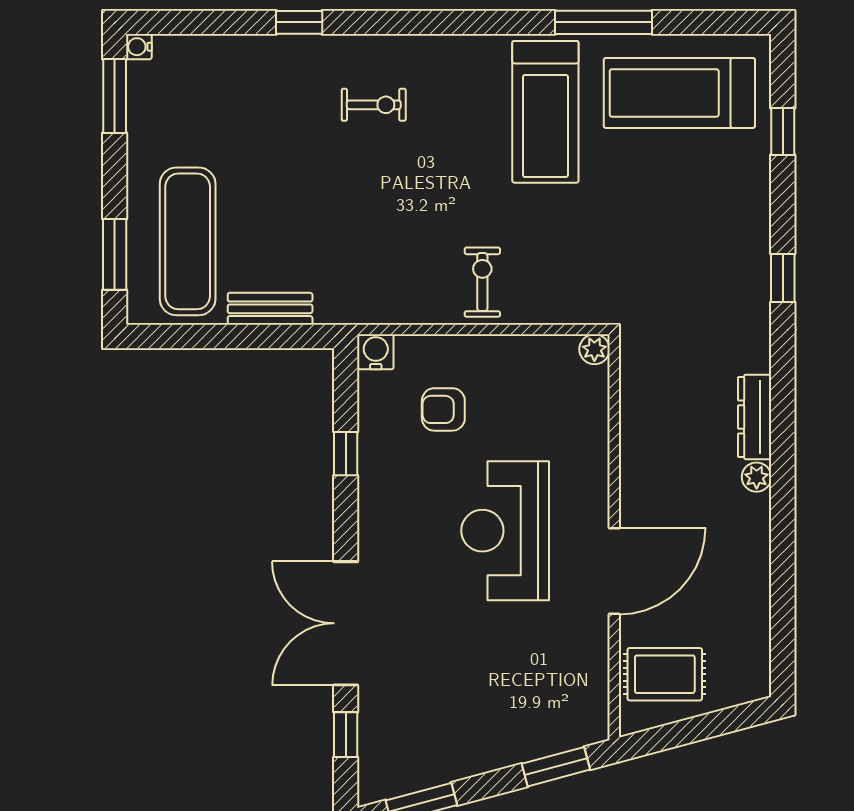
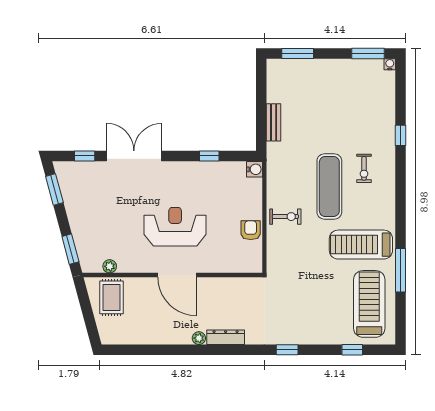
exercise mat: (188, 241) -> (329, 186), moved, turned 90
plant: (594, 349) -> (110, 266), moved
armchair: (443, 409) -> (251, 230), moved
door: (614, 571) -> (177, 275), moved

